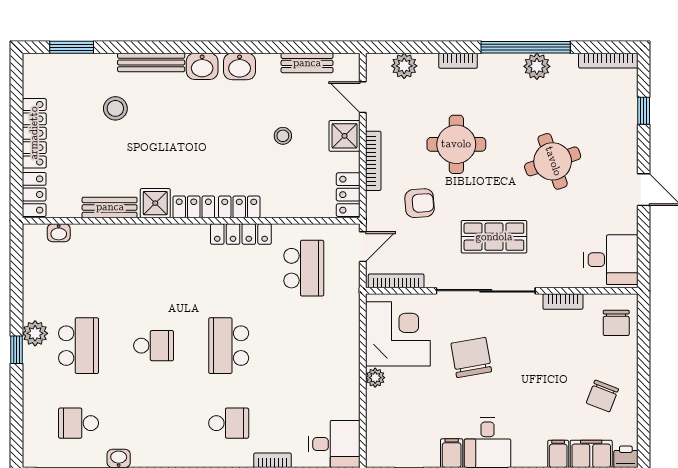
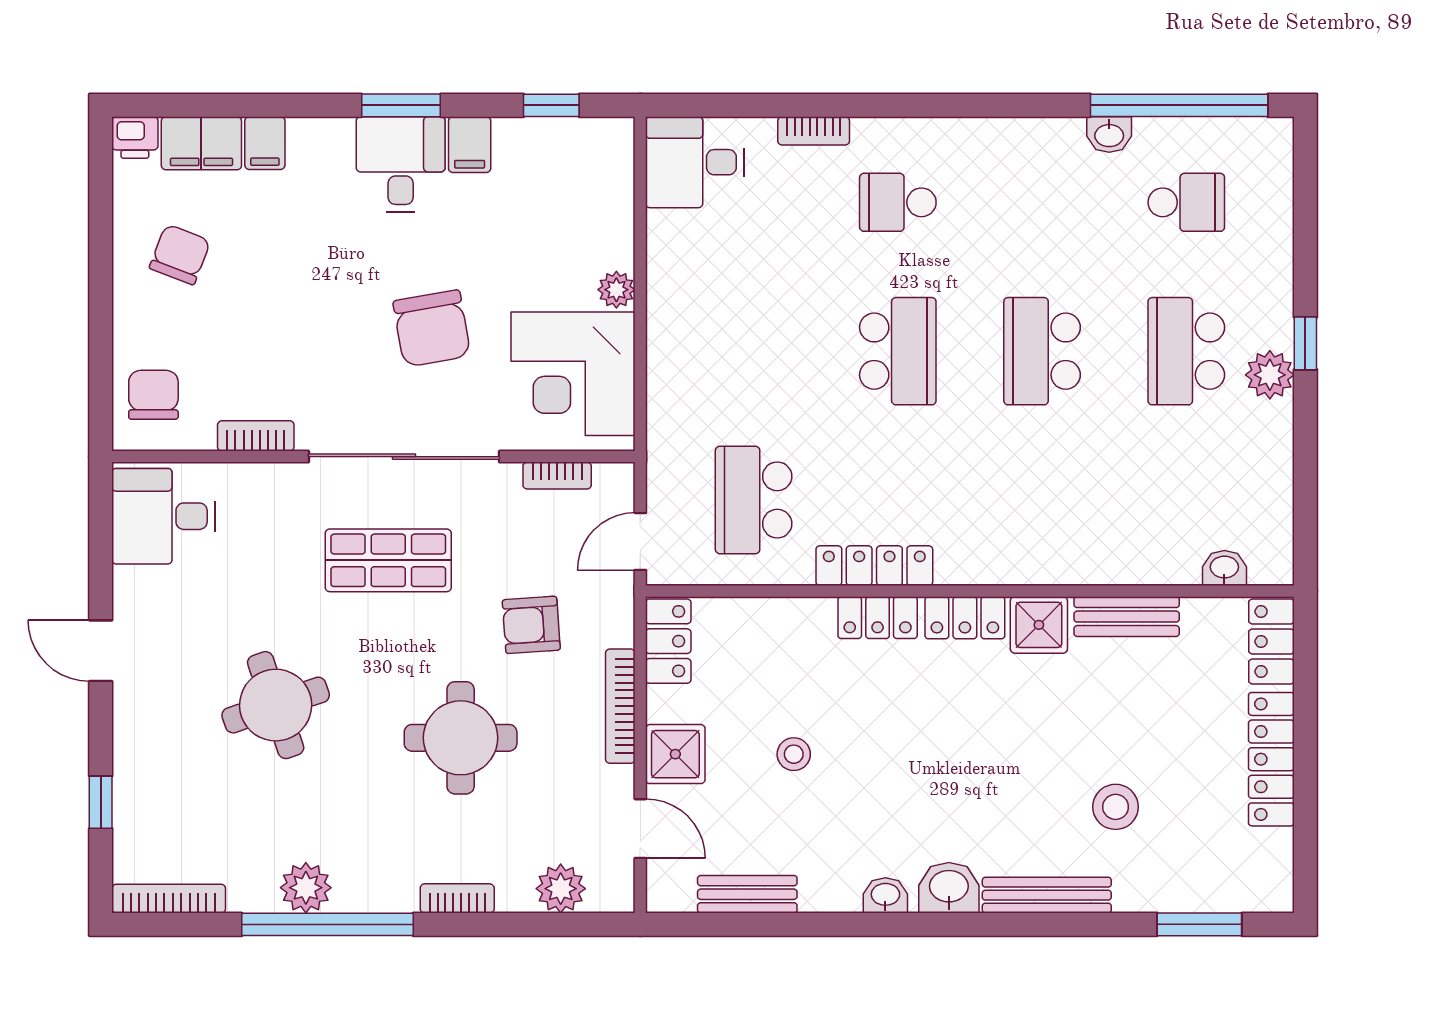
washbasin: (240, 66) -> (885, 895), width x0.72, depth x0.69
bookcase: (396, 281) -> (557, 476), width x0.64
school desk: (154, 346) -> (1042, 351), width x1.85

